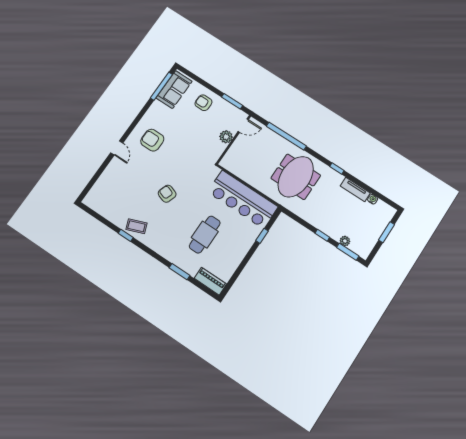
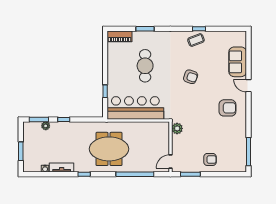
sofa: (174, 90) -> (238, 62), moved
plant: (226, 137) -> (177, 128), moved
meeting table: (296, 177) -> (109, 149), turned 90

